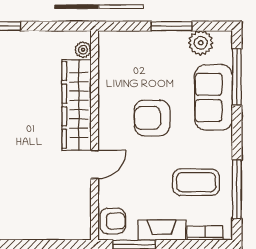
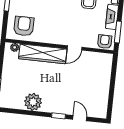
armchair: (152, 118) -> (24, 26), moved, turned 180
door: (95, 165) -> (74, 48), swing flipped

